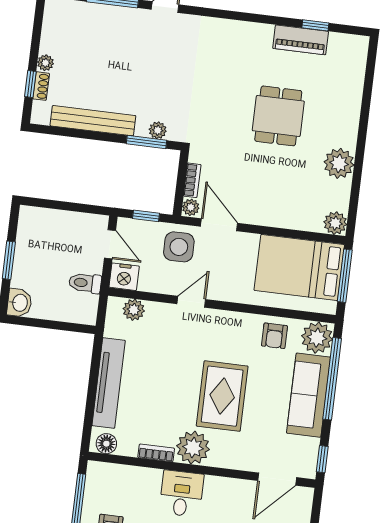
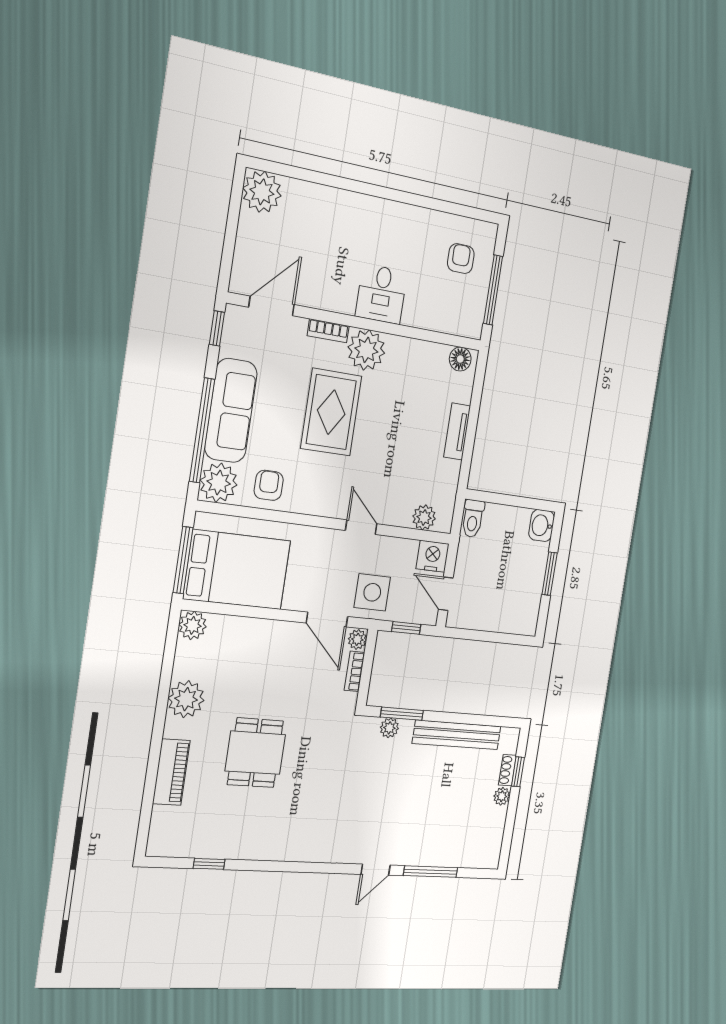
piano: (301, 40) -> (171, 772), moved, turned 90
toilet: (85, 283) -> (473, 519), moved, turned 90
door: (191, 302) -> (361, 527), swing flipped
tv unit: (109, 383) -> (457, 432), width x0.52, depth x0.78
bookcase: (156, 453) -> (328, 331), moved

